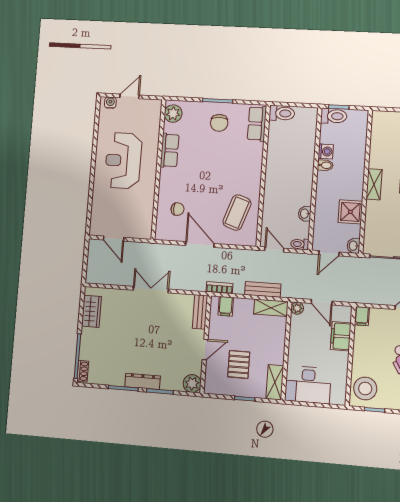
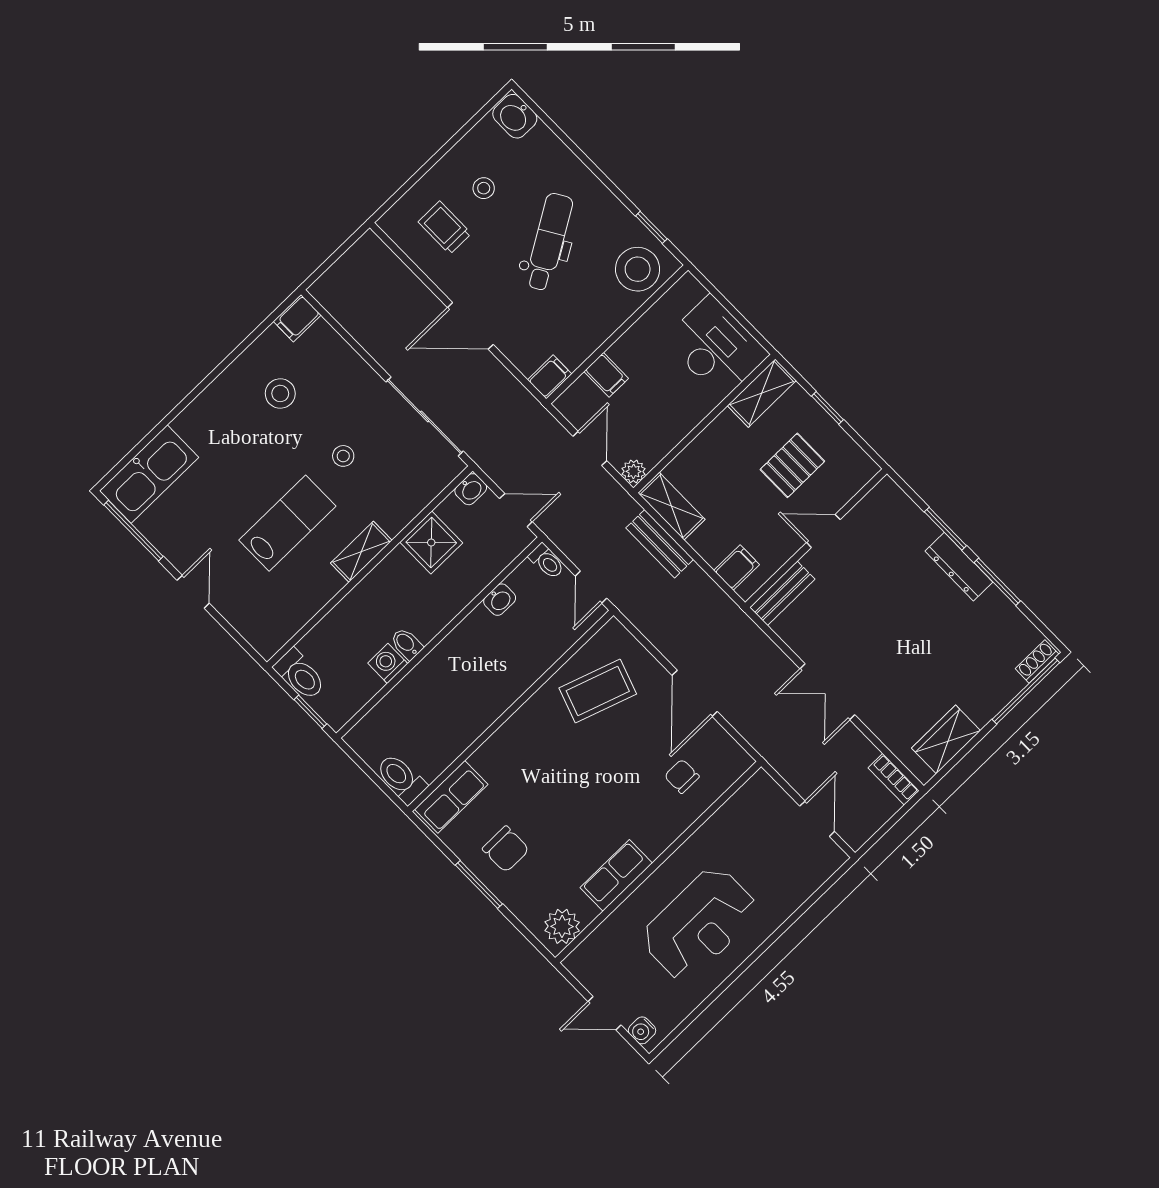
toilet: (334, 116) -> (300, 675), moved, turned 180
chair: (219, 123) -> (506, 849), turned 90
bookcase: (219, 288) -> (894, 779), moved
filing cabinet: (341, 336) -> (606, 375), width x0.50
plant: (192, 384) -> (887, 498), removed

